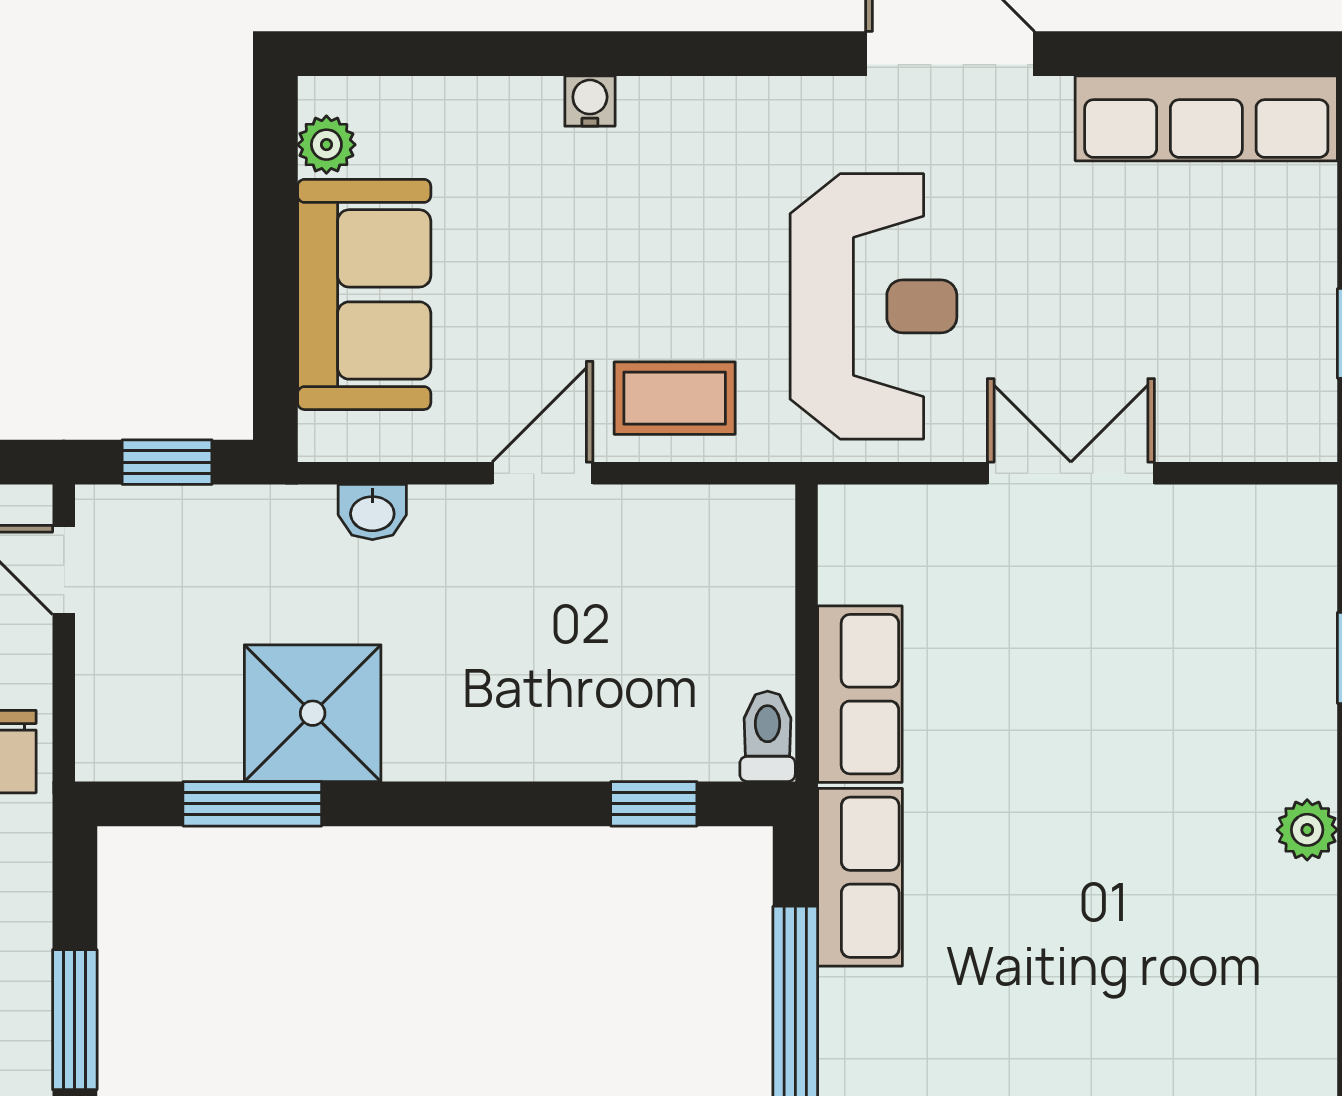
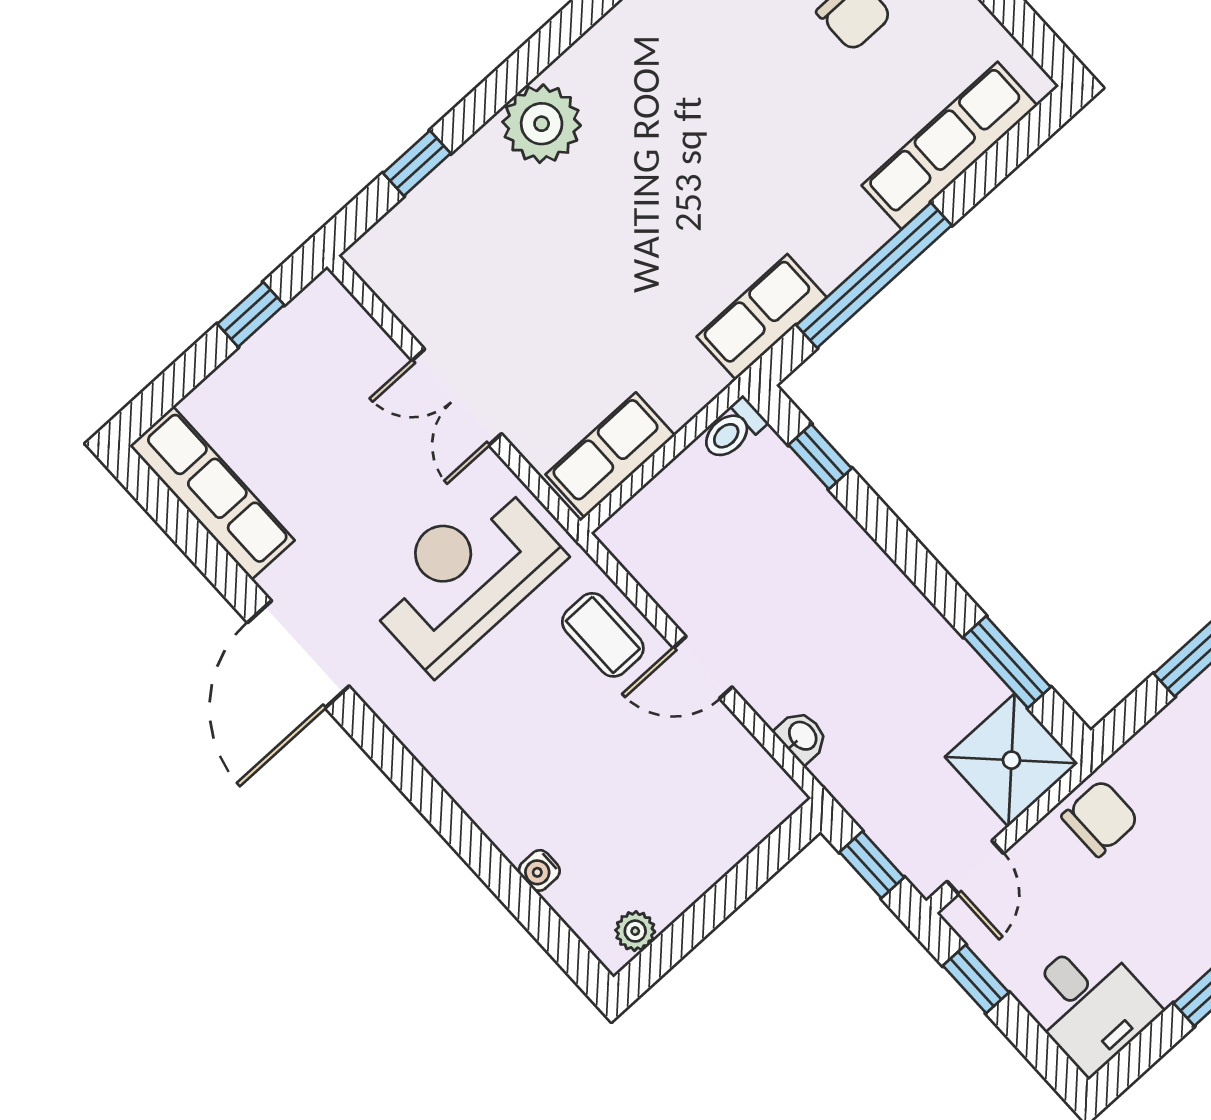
water cooler: (590, 101) -> (539, 870), moved
sofa: (364, 294) -> (694, 842), removed
row of seats: (860, 694) -> (610, 455), moved
shower: (313, 713) -> (1011, 760), moved
plant: (1307, 830) -> (542, 124), width x1.87, depth x1.87

